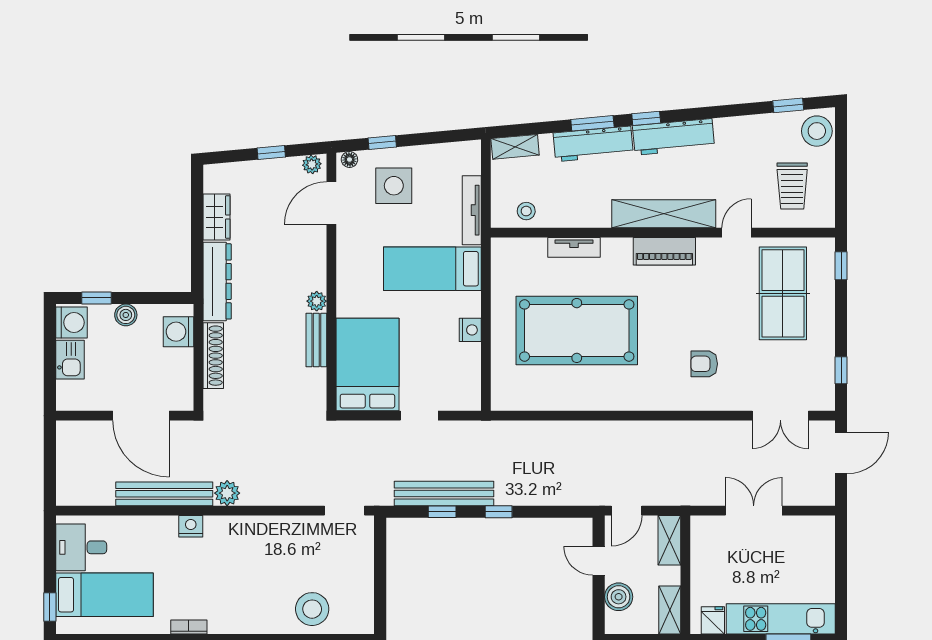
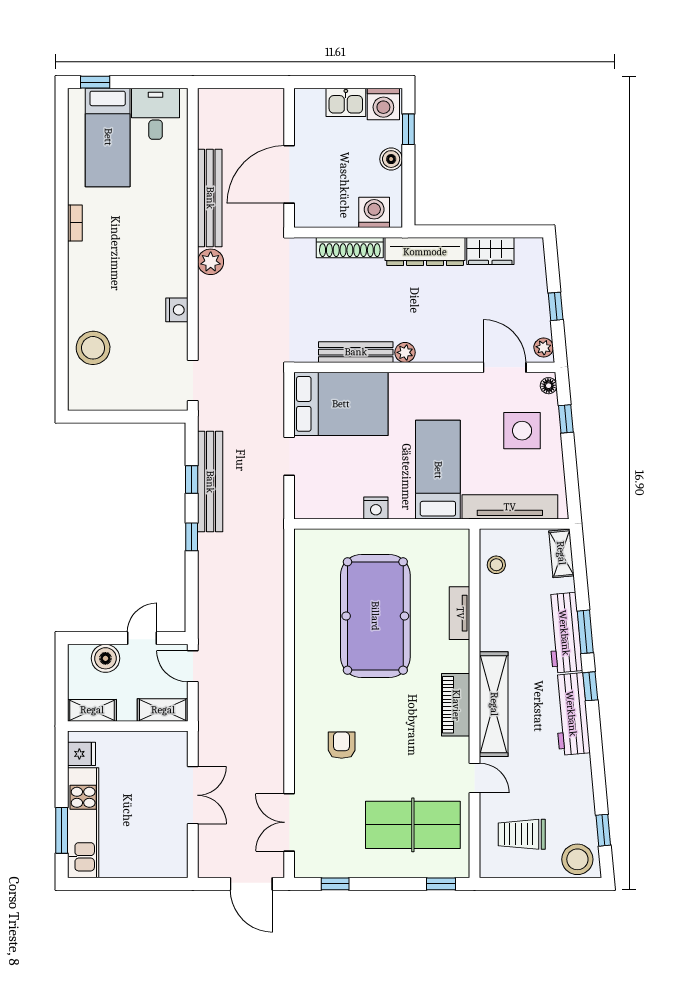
tv unit: (472, 210) -> (510, 507), width x1.36, depth x1.29
bench: (316, 340) -> (356, 352), width x1.36
nightstand: (191, 526) -> (177, 310), moved

